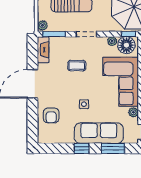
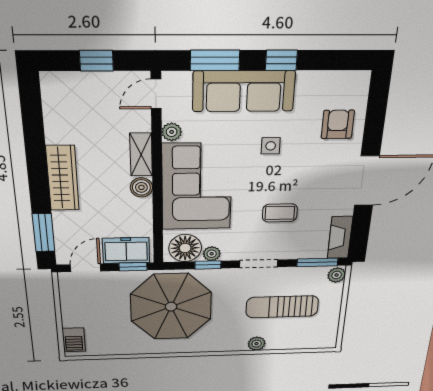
window: (129, 34) -> (208, 265), moved

